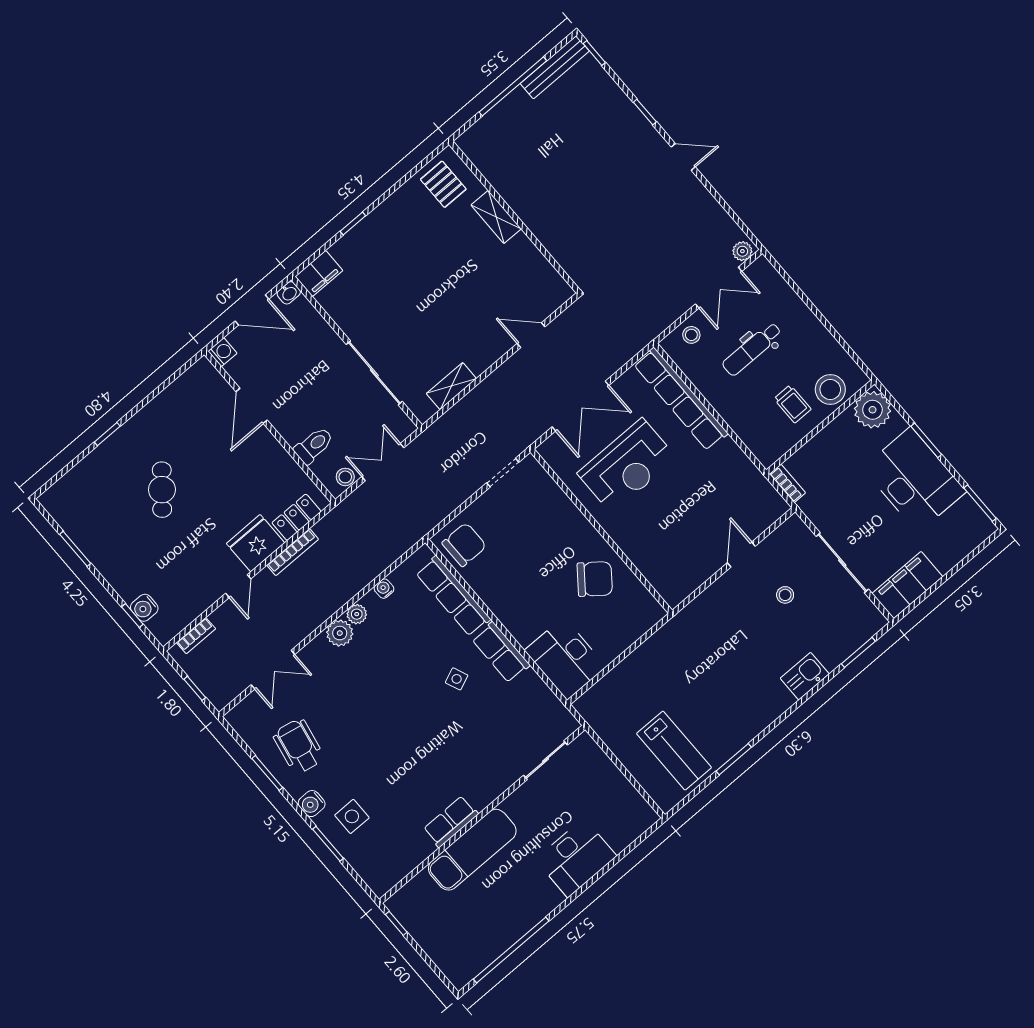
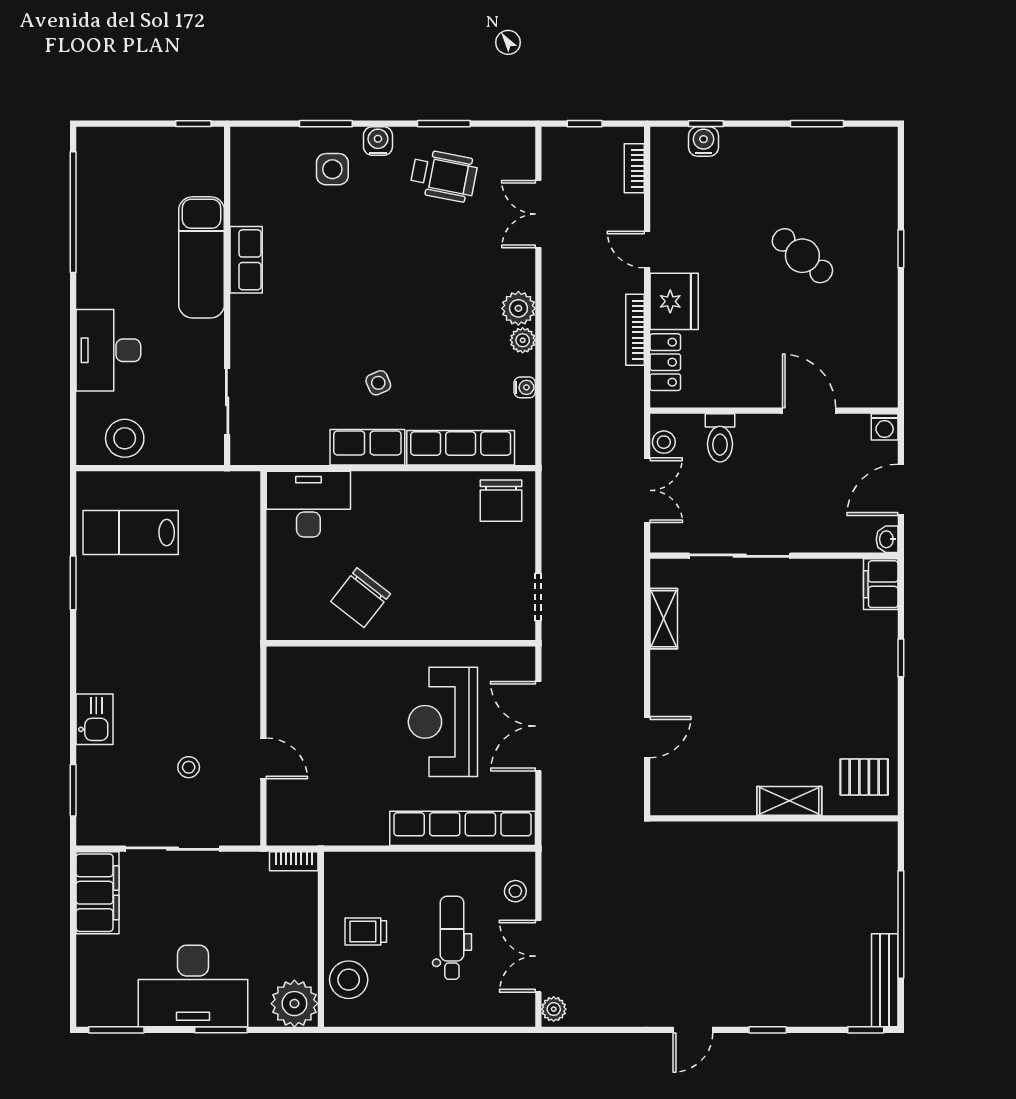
stool: (620, 803) -> (125, 438), added

